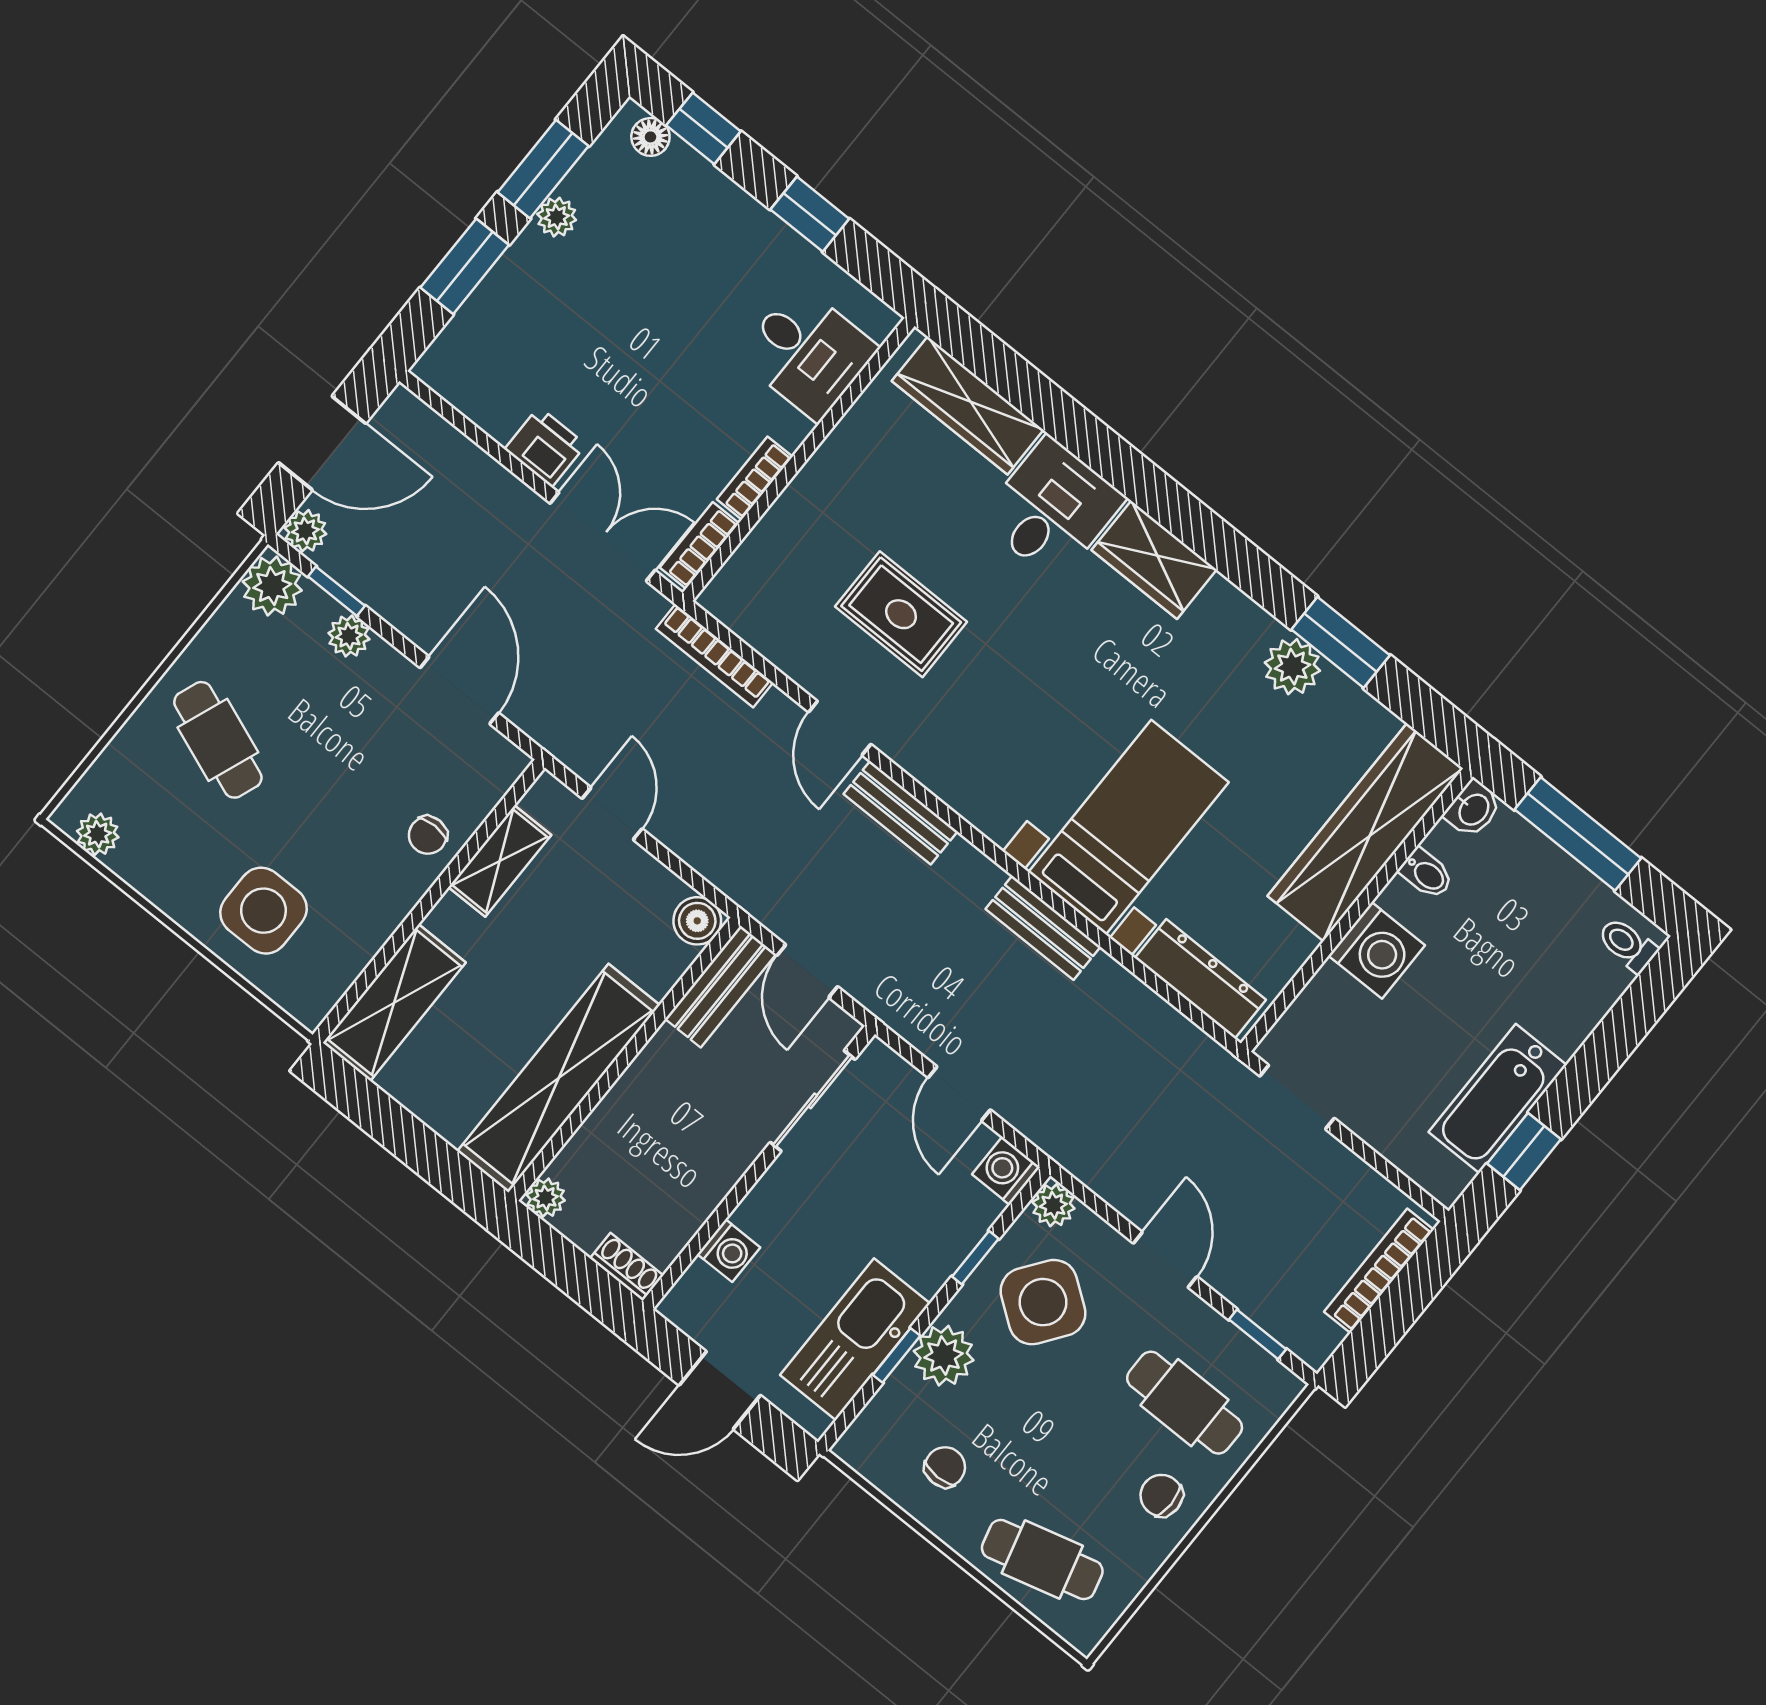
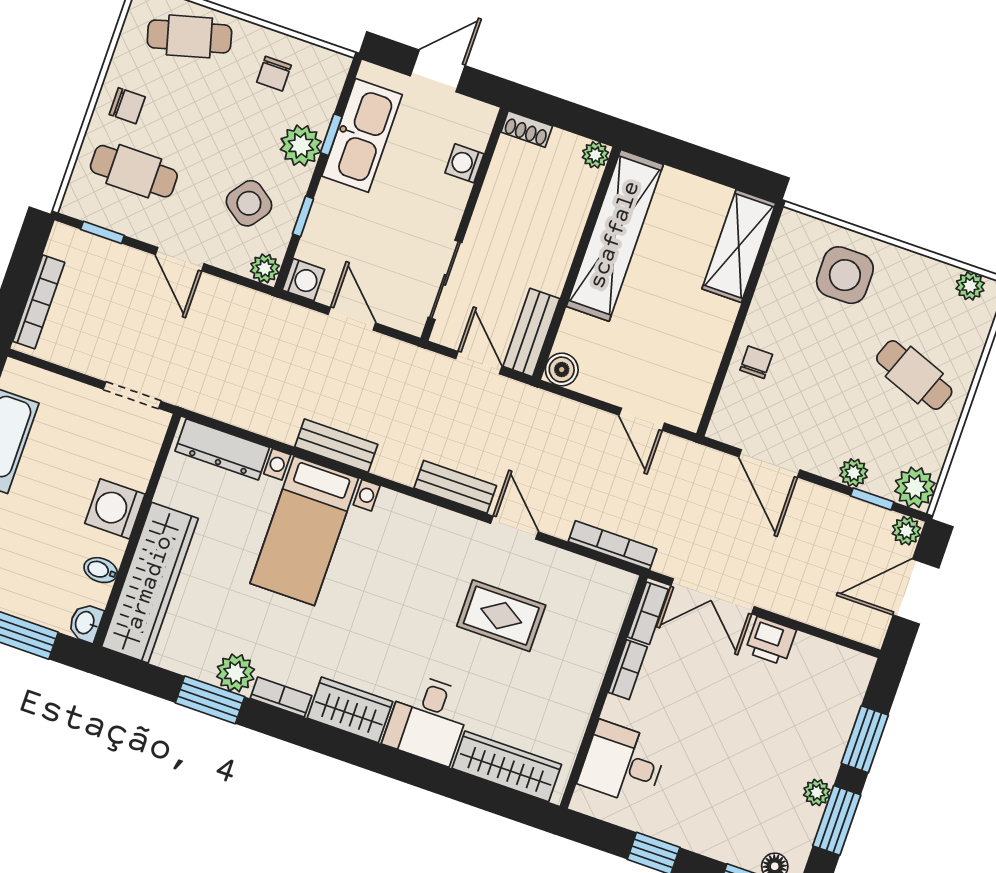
bookcase: (1242, 611) -> (281, 697), added
shelving: (500, 861) -> (704, 362), removed
side table: (1043, 1302) -> (249, 203), width x0.73, depth x0.73

